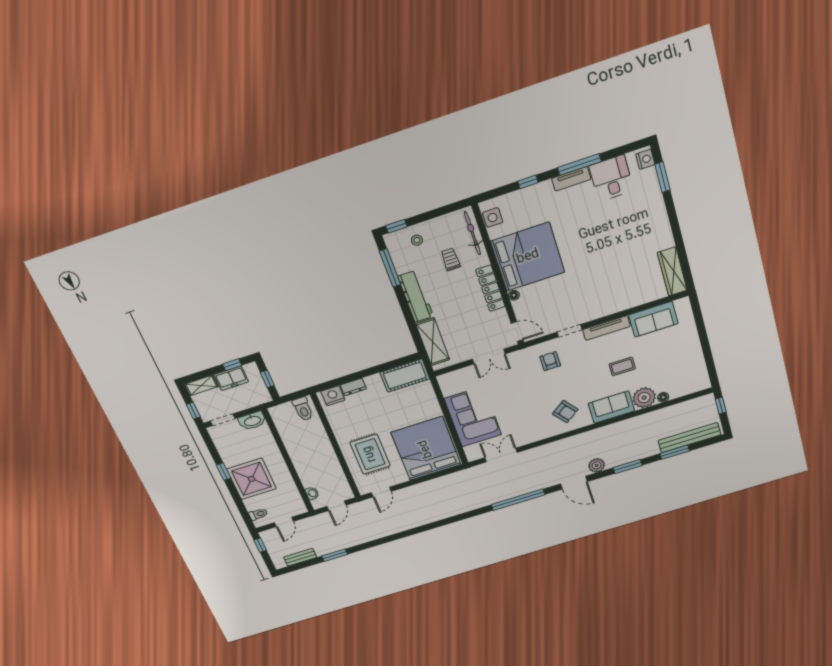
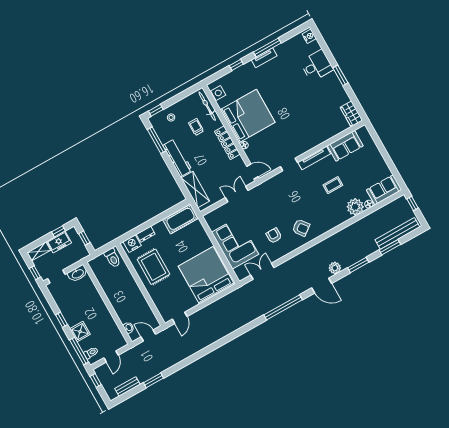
window: (662, 177) -> (340, 75), moved
desk: (611, 178) -> (317, 66), moved, turned 90
wardrobe: (672, 271) -> (351, 114), width x0.67
double door: (489, 357) -> (237, 194), swing flipped
armchair: (550, 361) -> (274, 236), moved
sofa: (611, 407) -> (384, 190), moved
rug: (370, 454) -> (153, 267), moved
shower: (252, 479) -> (80, 332), width x0.54, depth x0.54
door: (336, 506) -> (148, 336), swing flipped
window: (243, 510) -> (79, 351), added

